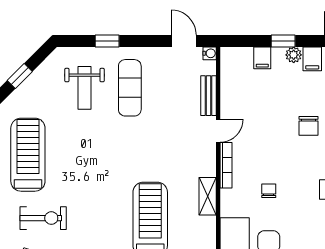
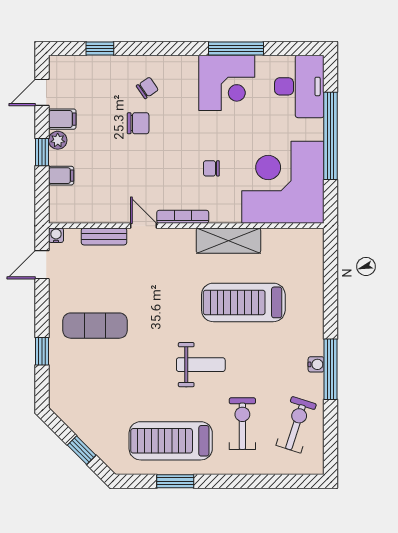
weight bench: (84, 88) -> (201, 365), moved
shelving: (208, 196) -> (228, 241), width x1.50, depth x1.33

